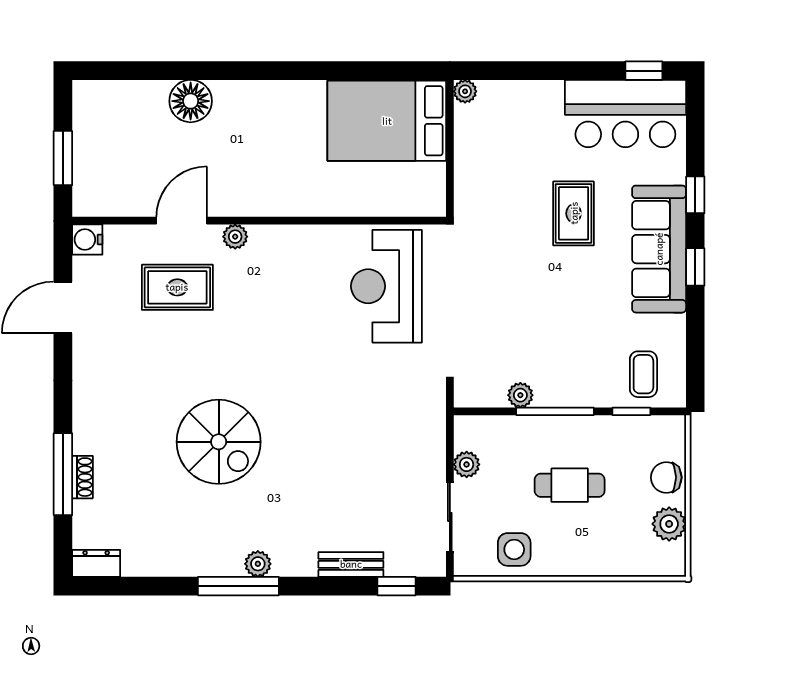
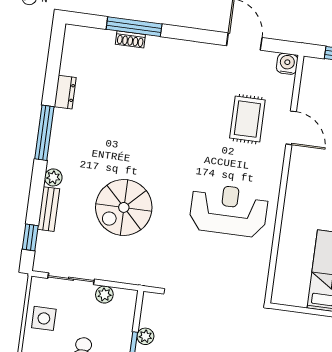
plant: (235, 237) -> (276, 162), removed
reception desk: (386, 286) -> (229, 210), moved
spiral stairs: (219, 442) -> (124, 207), moved
dresser: (96, 563) -> (65, 92), moved
plant: (258, 564) -> (53, 177), moved

